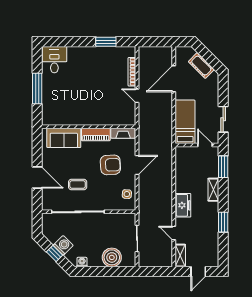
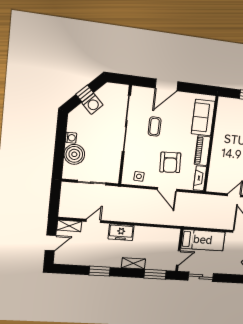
washing machine: (82, 262) -> (71, 138), moved
door: (198, 271) -> (51, 243), swing flipped

